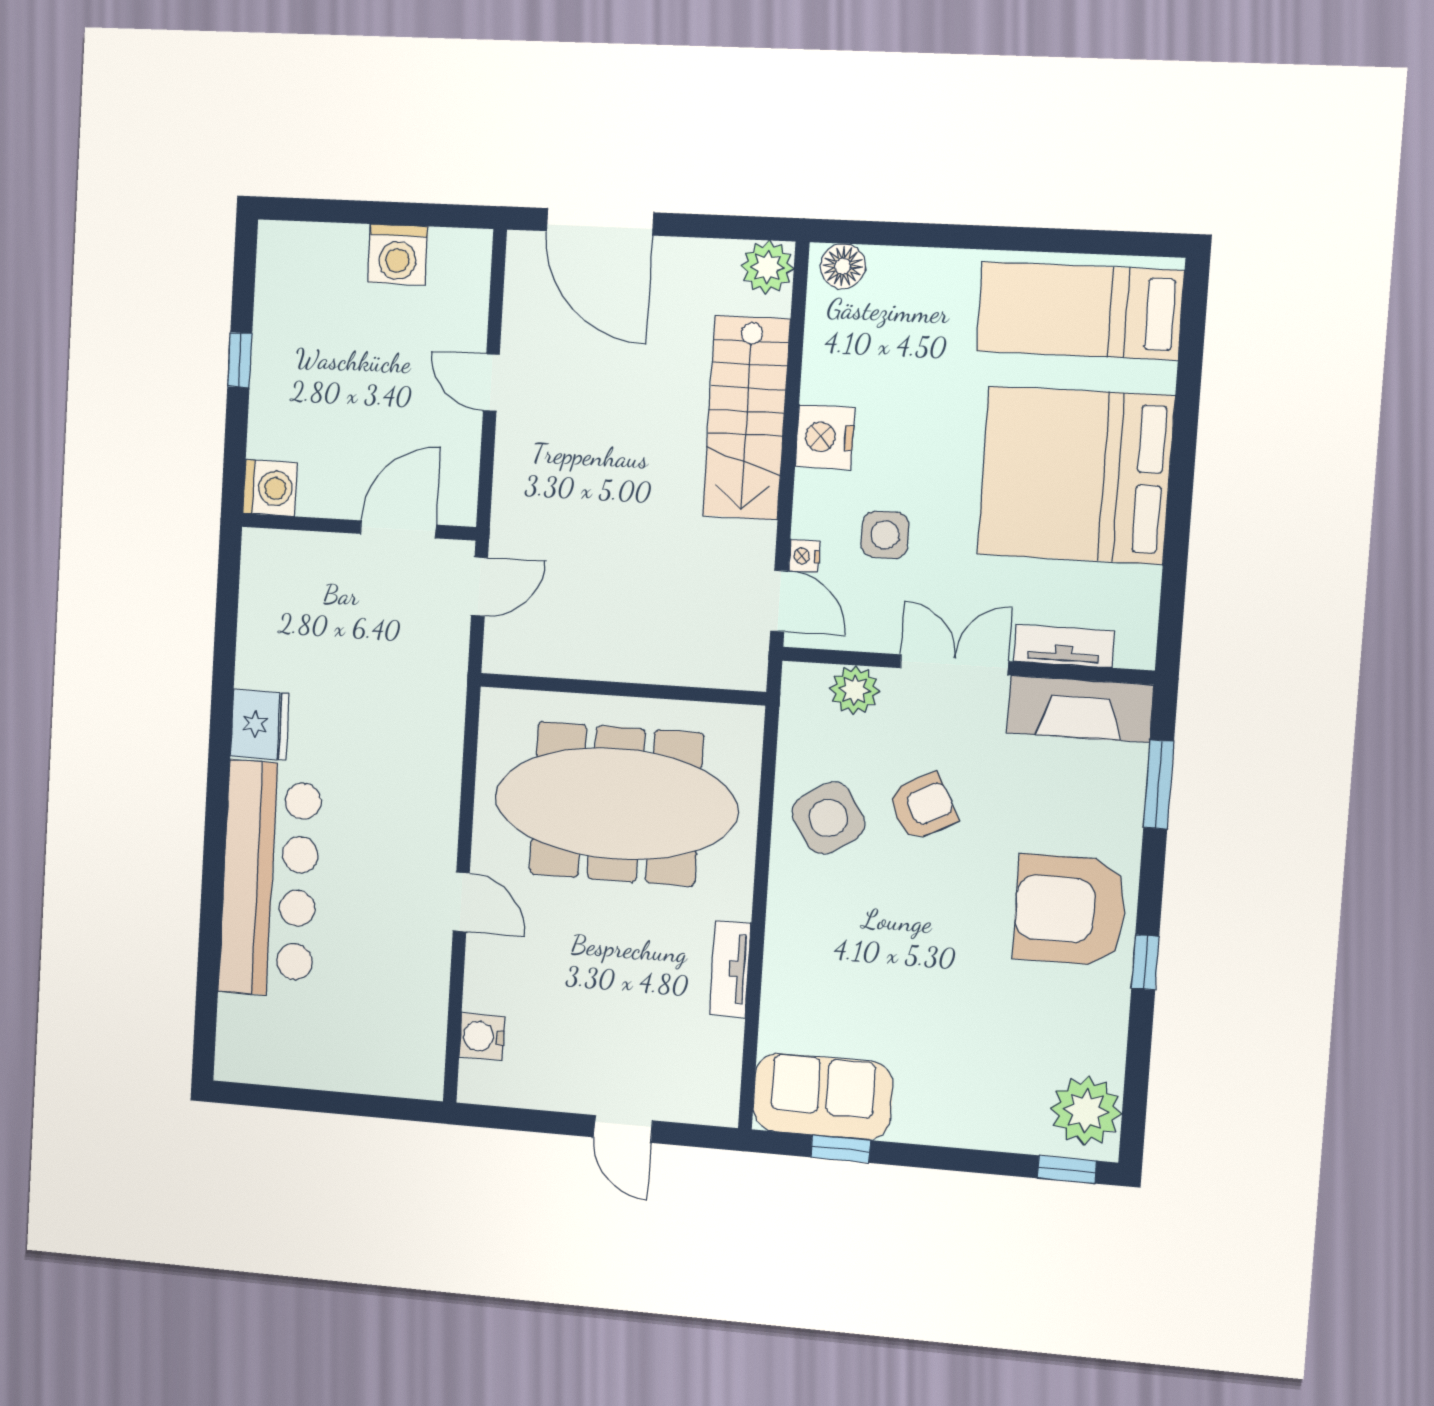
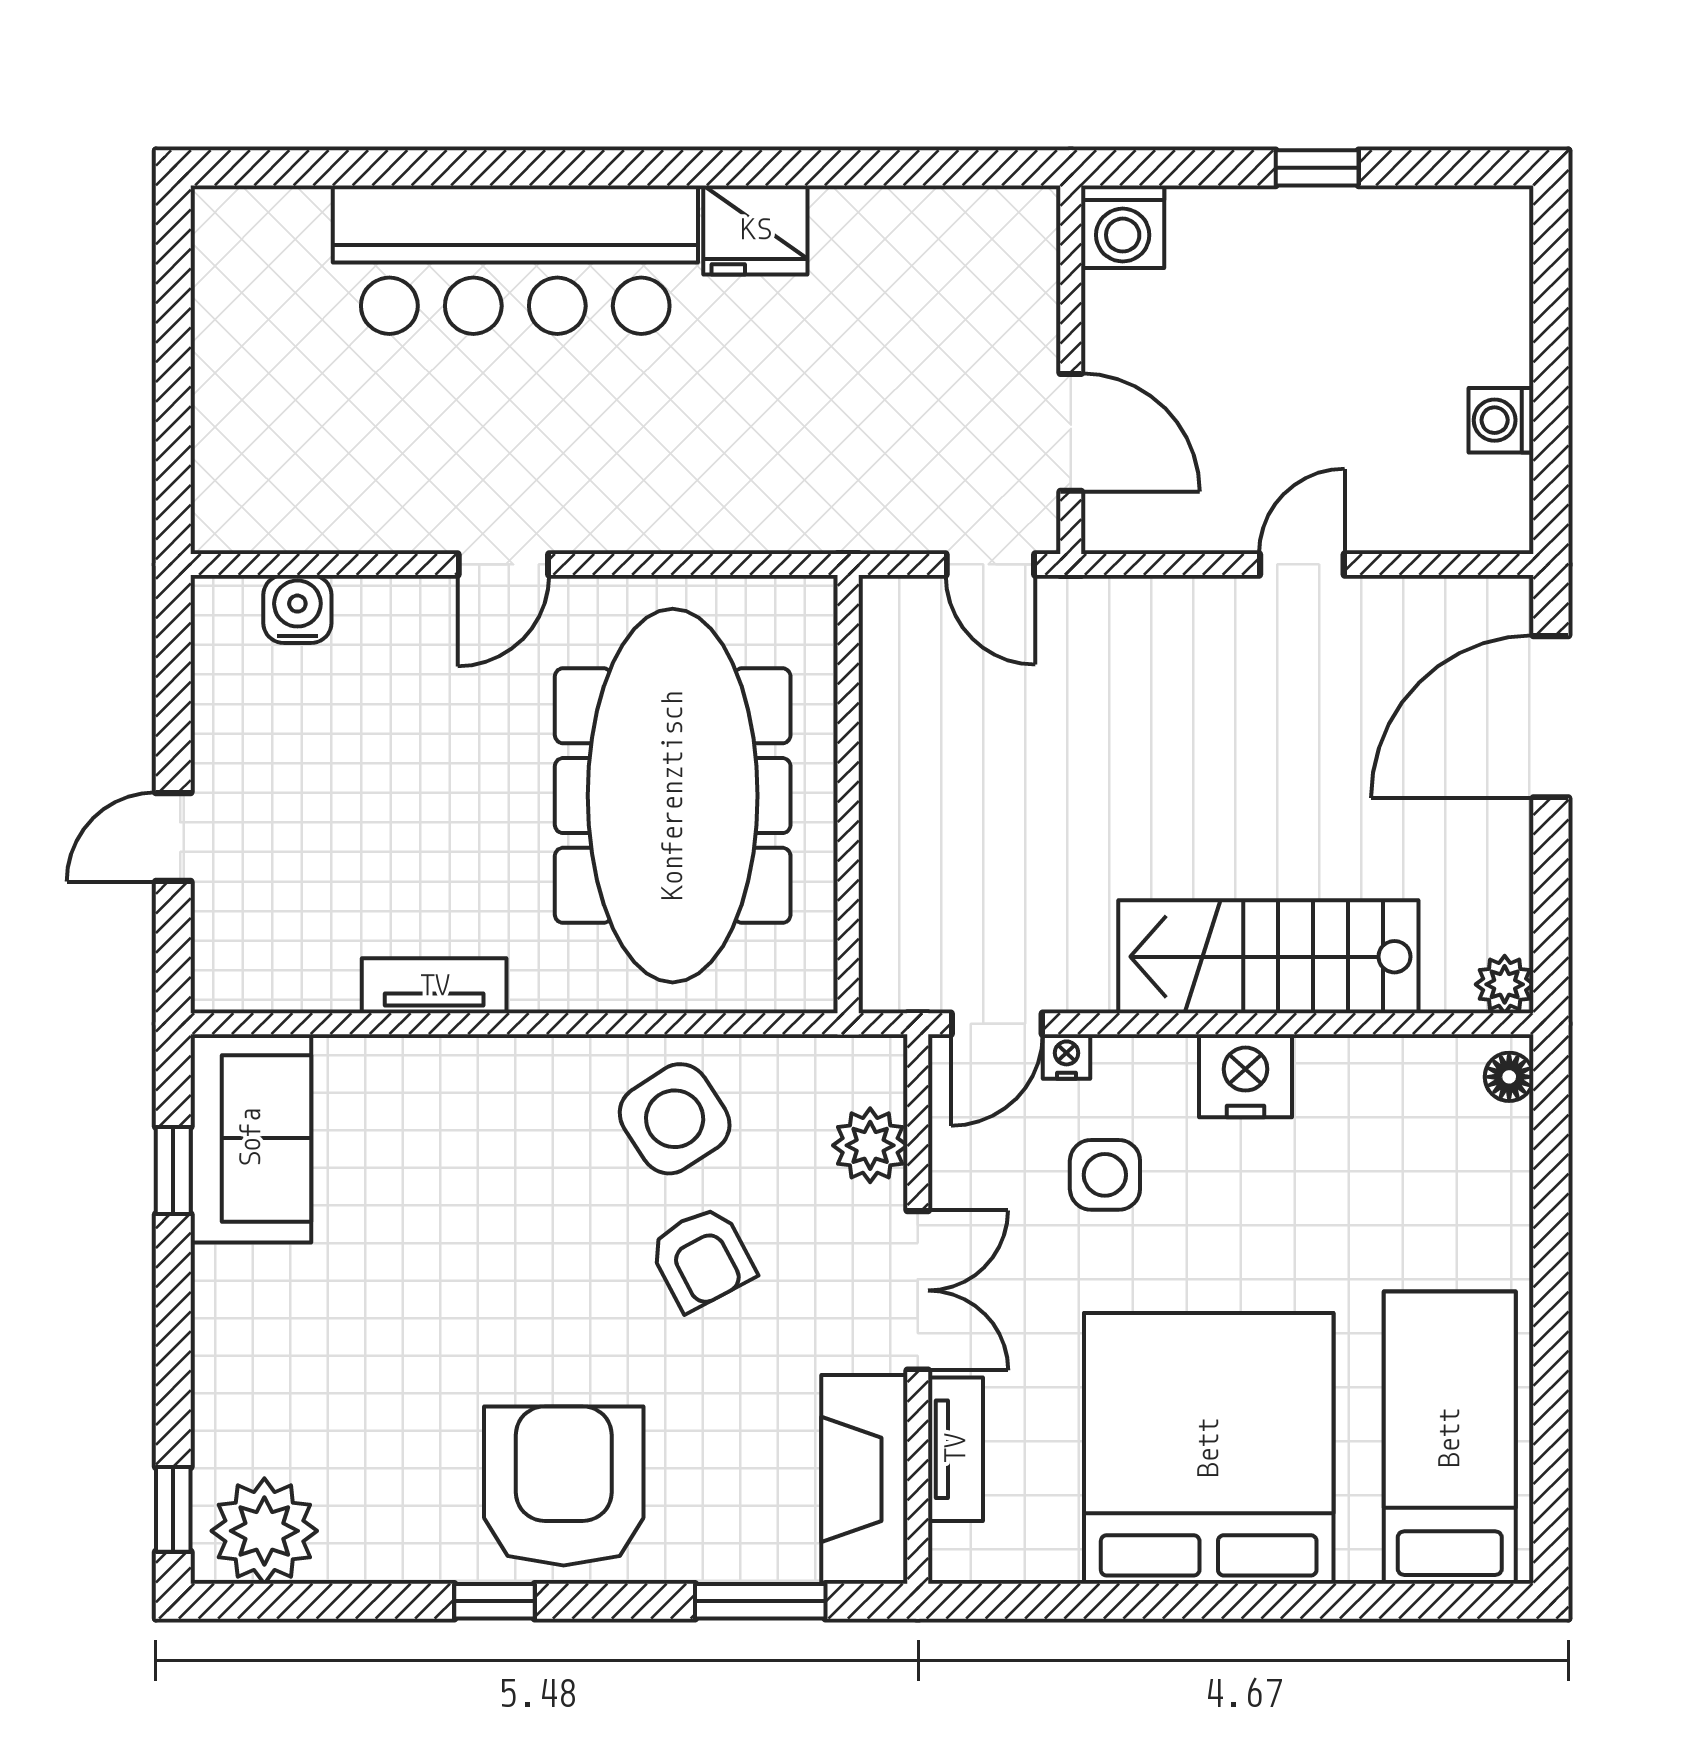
washing machine: (398, 255) -> (1501, 420), width x0.73, depth x0.73
floor lamp: (843, 266) -> (1509, 1077), width x0.73, depth x0.73
plant: (767, 267) -> (1505, 984), width x0.73, depth x0.73

